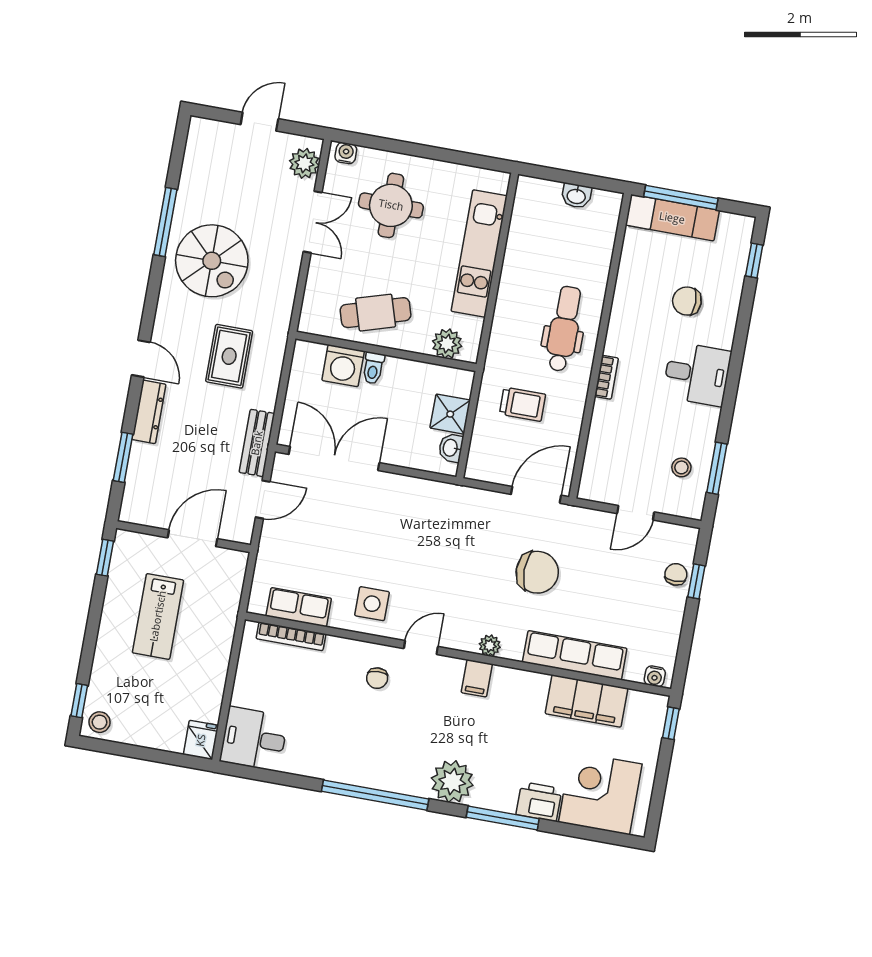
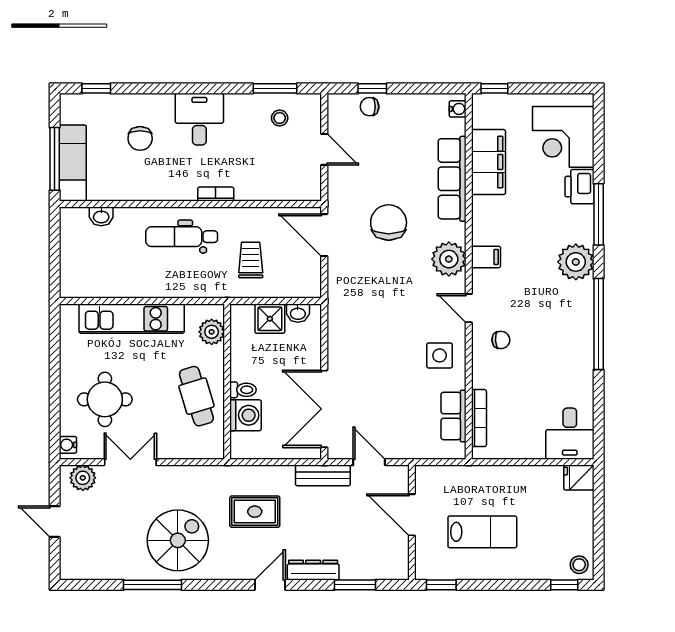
washbasin: (576, 196) -> (101, 216), moved, turned 90
plant: (490, 646) -> (449, 259), width x1.88, depth x1.88

